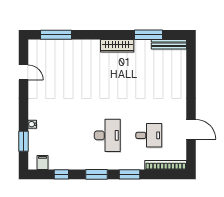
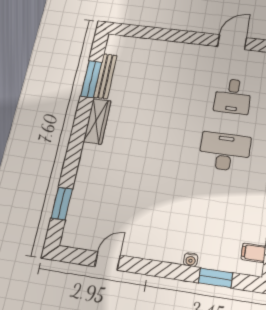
window: (56, 35) -> (62, 203), width x0.69
bench: (169, 44) -> (105, 76), moved
desk: (149, 135) -> (233, 96), turned 180

